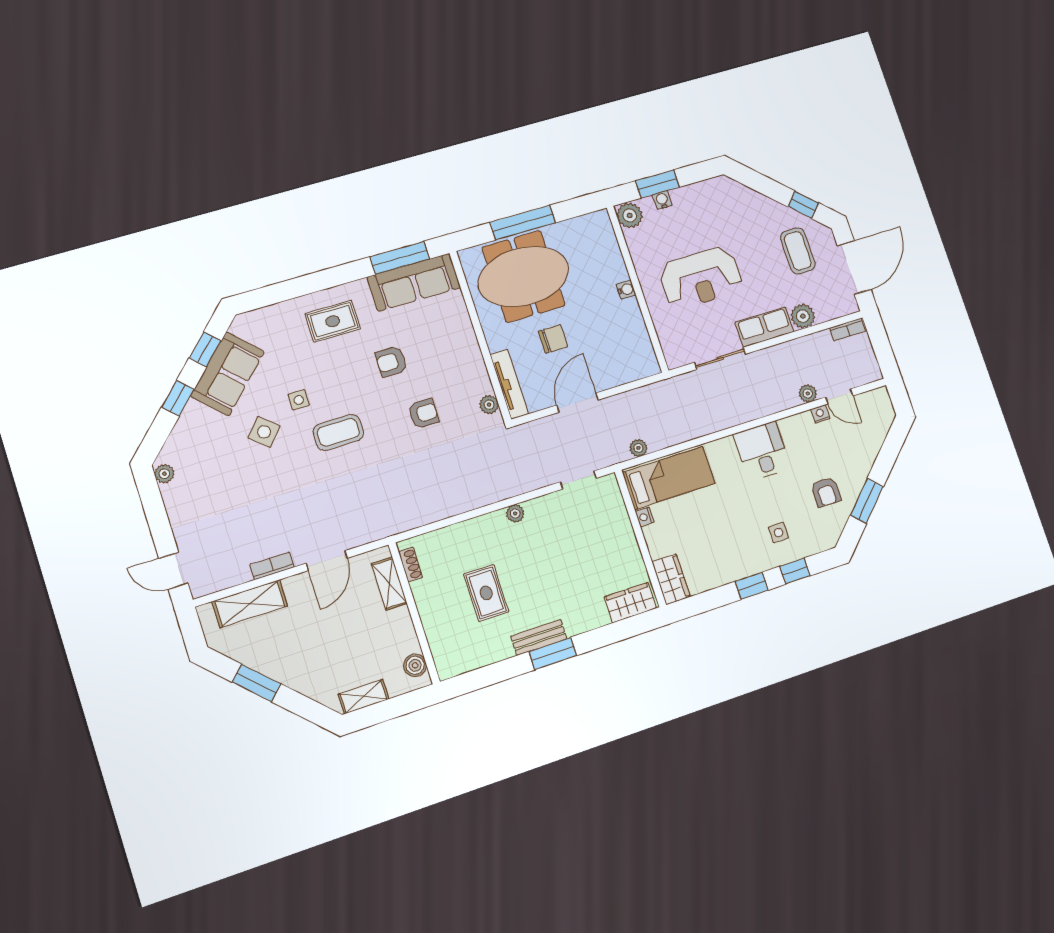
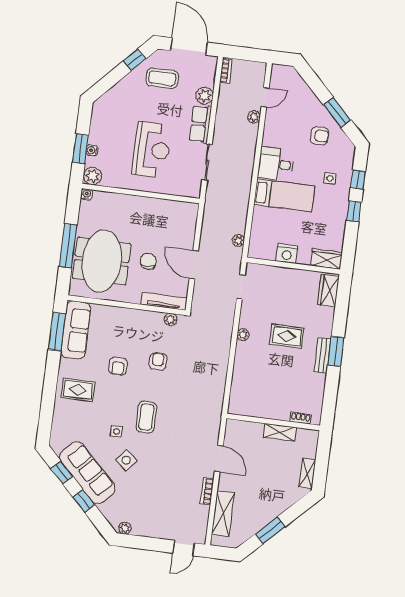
water cooler: (626, 289) -> (87, 194), moved
rug: (333, 321) -> (78, 390), turned 90
sofa: (227, 374) -> (87, 473), width x1.36
nightstand: (820, 414) -> (270, 115), removed
bed: (669, 478) -> (284, 195), moved, turned 90
nightstand: (645, 517) -> (287, 254), width x1.89, depth x1.79
shoe rack: (411, 565) -> (301, 418), moved
shelving: (389, 584) -> (280, 432), moved
rug: (486, 593) -> (287, 336), moved
boiler: (415, 665) -> (304, 435), removed

